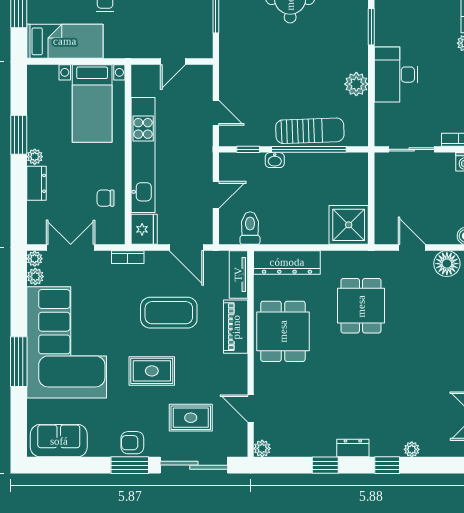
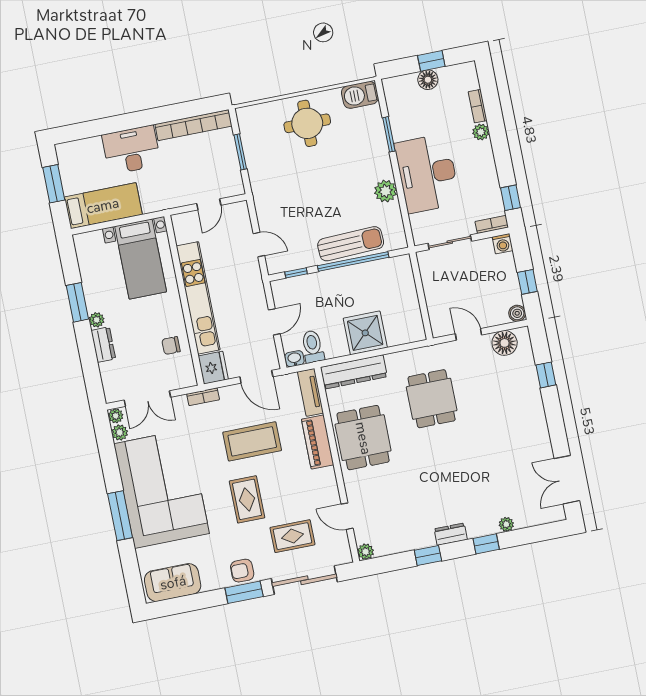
desk: (396, 75) -> (427, 173), width x1.36, depth x1.30
washbasin: (275, 160) -> (294, 359), moved, turned 180
shower: (349, 225) -> (365, 333), moved
double door: (71, 248) -> (147, 399), swing flipped
rug: (152, 371) -> (247, 499), turned 90

